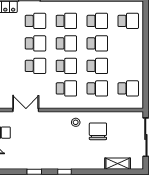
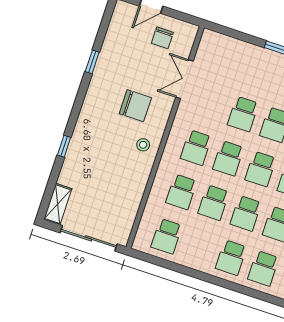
school desk: (128, 43) -> (231, 258), added
double door: (26, 110) -> (184, 79), swing flipped
chair: (98, 131) -> (135, 106), moved
shelving: (118, 164) -> (58, 204), moved
window: (64, 172) -> (64, 146), moved

